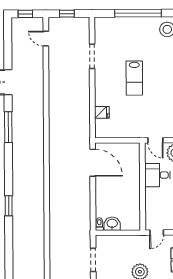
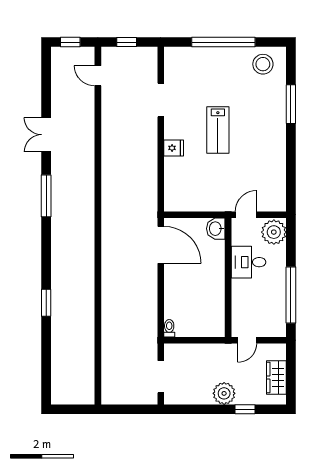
fridge: (102, 112) -> (174, 148), moved
door: (155, 140) -> (246, 215), swing flipped
washbasin: (112, 224) -> (216, 229), moved, turned -90

